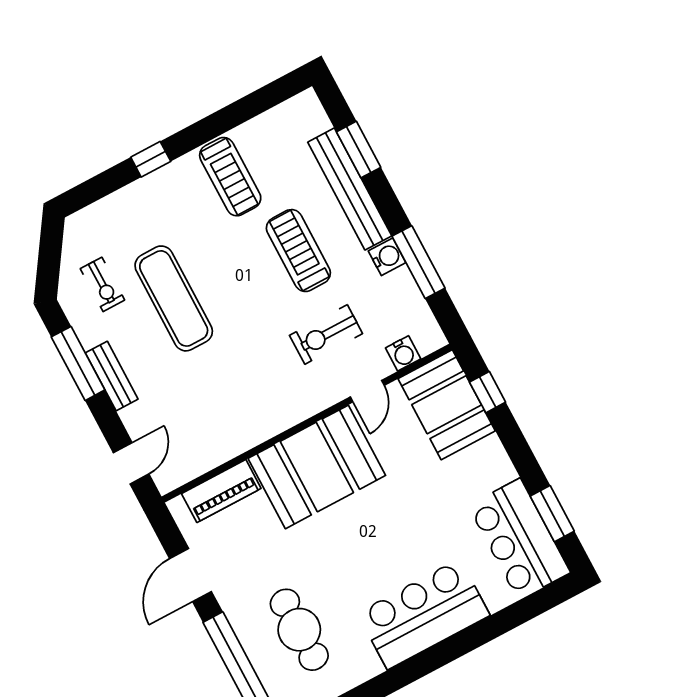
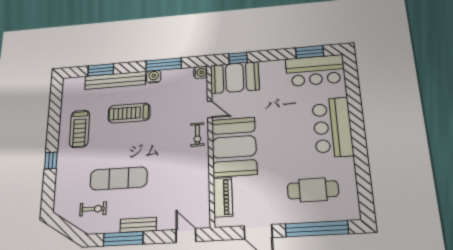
treadmill: (230, 177) -> (80, 129), turned 90
exercise bike: (326, 334) -> (197, 135), moved, width x0.73, depth x0.72
water cooler: (403, 353) -> (201, 72), moved

